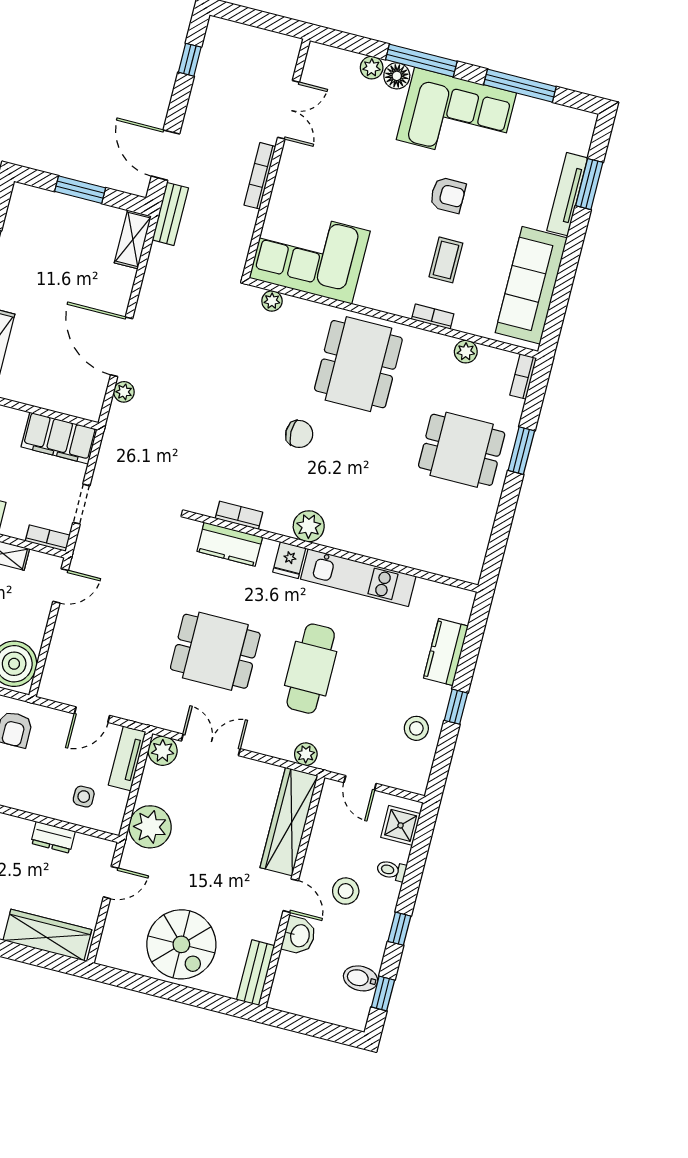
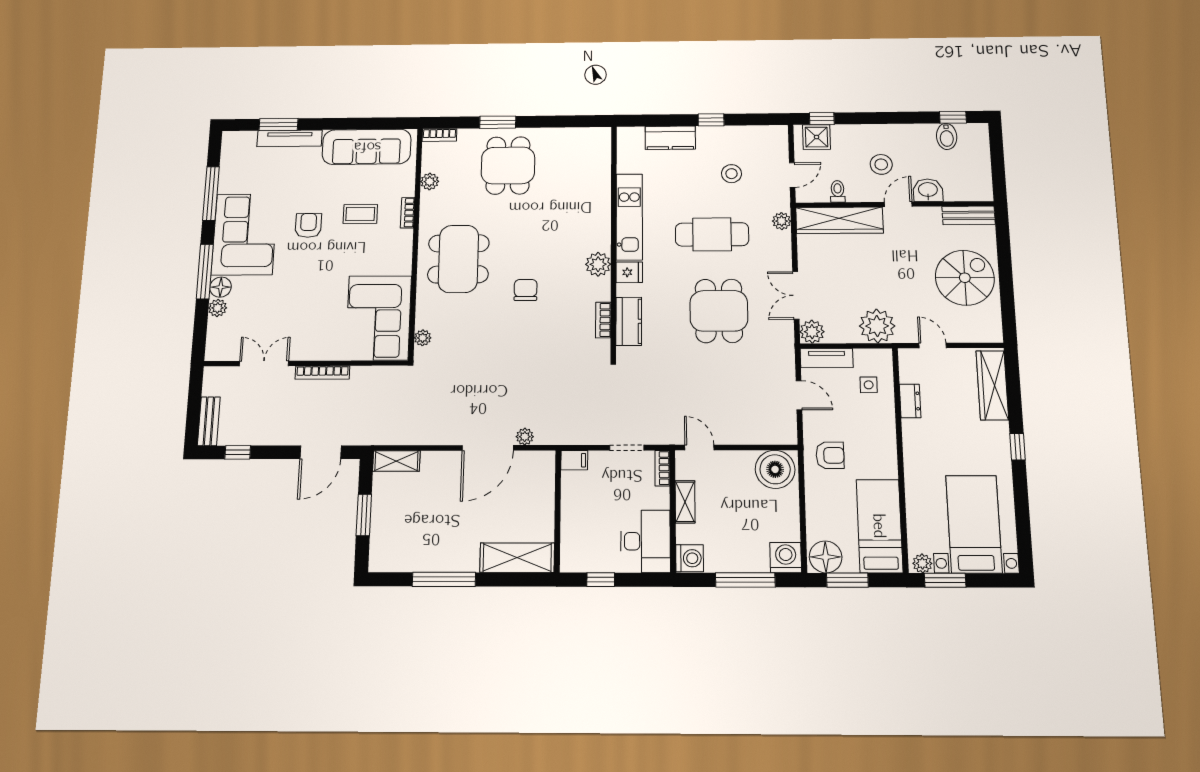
bench: (170, 214) -> (209, 421), moved, turned 90
dining table: (358, 364) -> (458, 259), turned 90
filing cabinet: (59, 438) -> (574, 460), width x0.33, depth x0.86
stool: (416, 728) -> (731, 174), moved
toilet: (391, 870) -> (838, 191), moved, turned 180
window: (399, 929) -> (822, 119), moved

